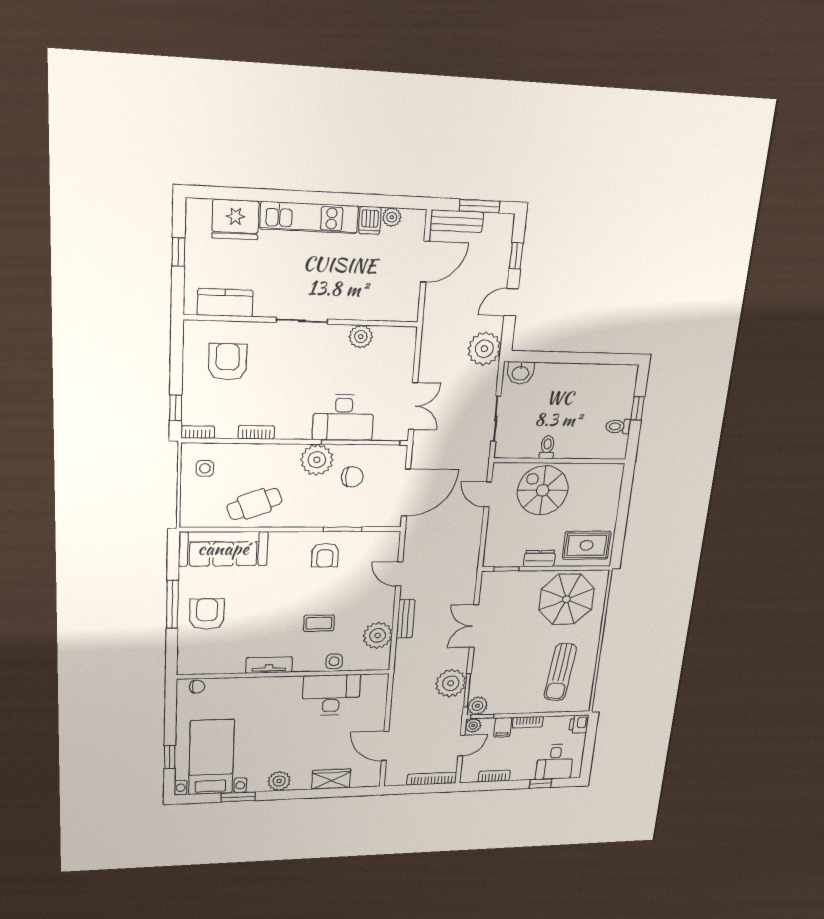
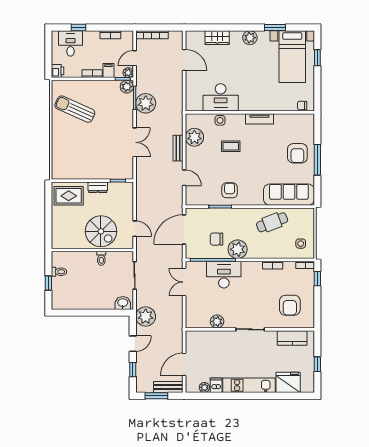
parasol: (567, 599) -> (77, 160), removed
sun lounger: (560, 672) -> (75, 109), turned -72

